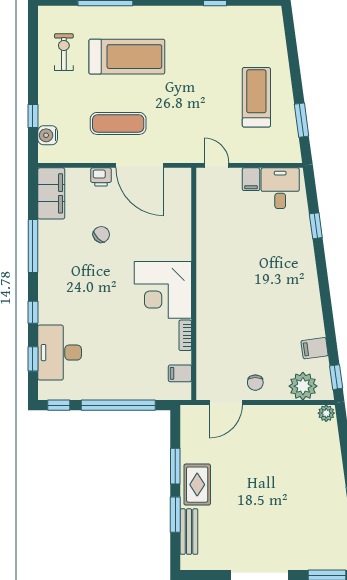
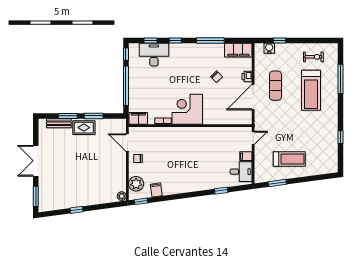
filing cabinet: (180, 373) -> (138, 118), width x2.00

